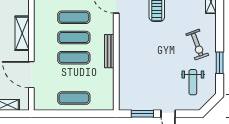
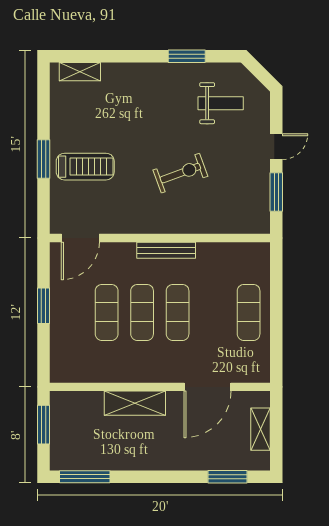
exercise bike: (197, 45) -> (180, 173), moved

